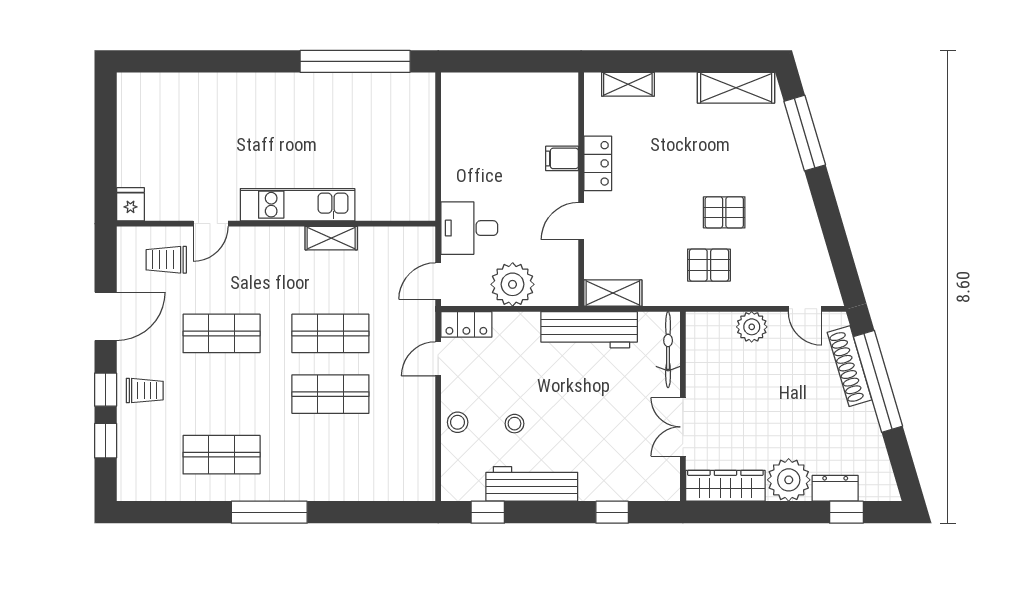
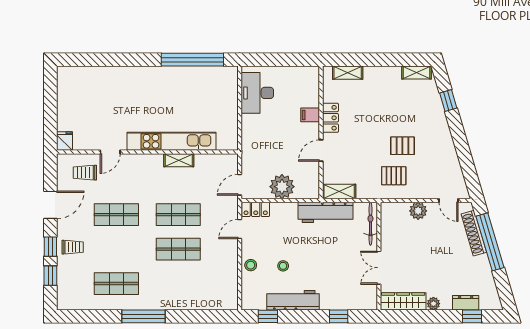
shelving: (736, 88) -> (417, 73), width x0.67, depth x0.75
window: (805, 133) -> (448, 101), width x0.46
kitchen unit: (298, 205) -> (171, 141), width x1.36
desk: (469, 228) -> (257, 93), moved, width x1.37
plant: (789, 480) -> (433, 304), width x0.53, depth x0.53

